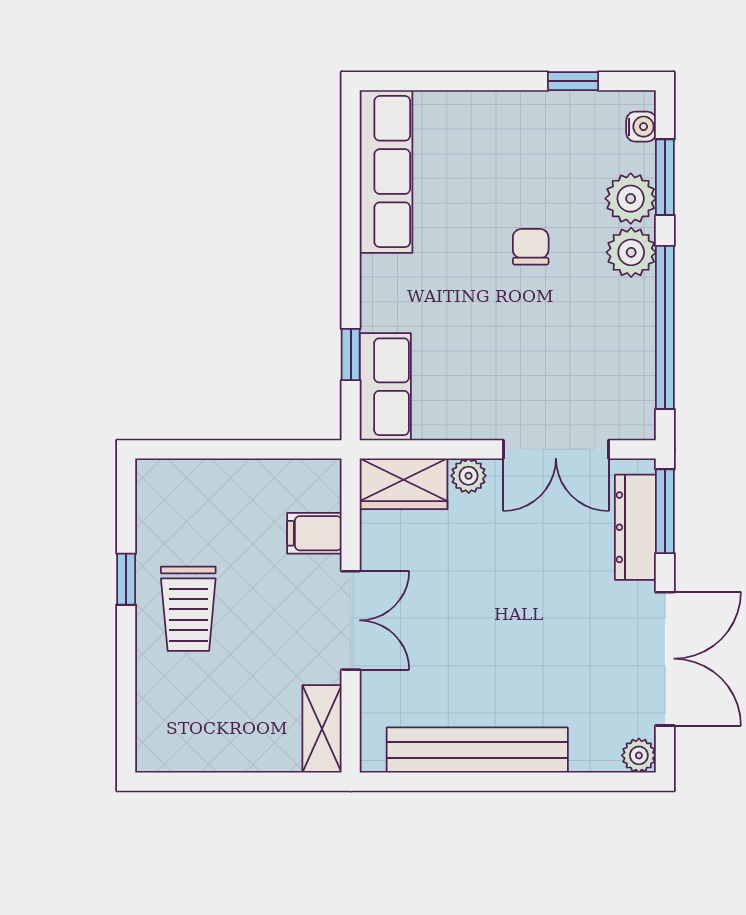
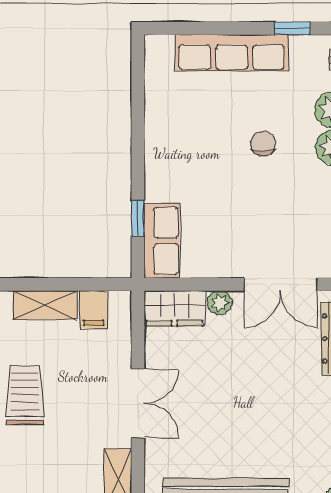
row of seats: (386, 172) -> (232, 53), moved, turned 90
shelving: (217, 479) -> (45, 305), added
filing cabinet: (314, 533) -> (94, 310), moved, turned -90
trolley: (188, 609) -> (25, 395), turned 180

